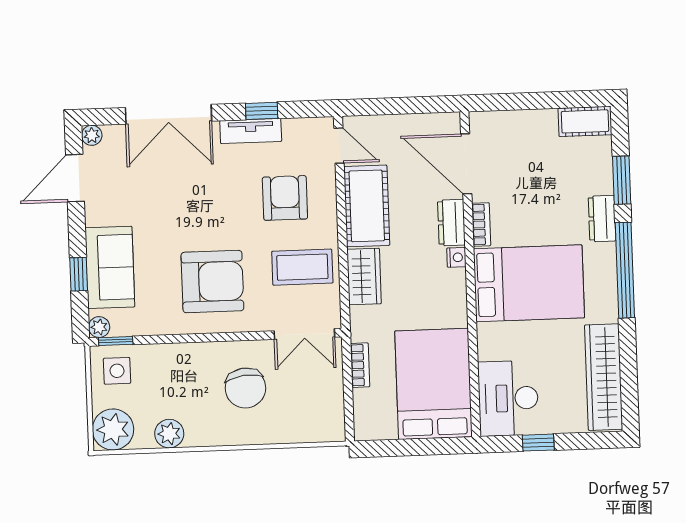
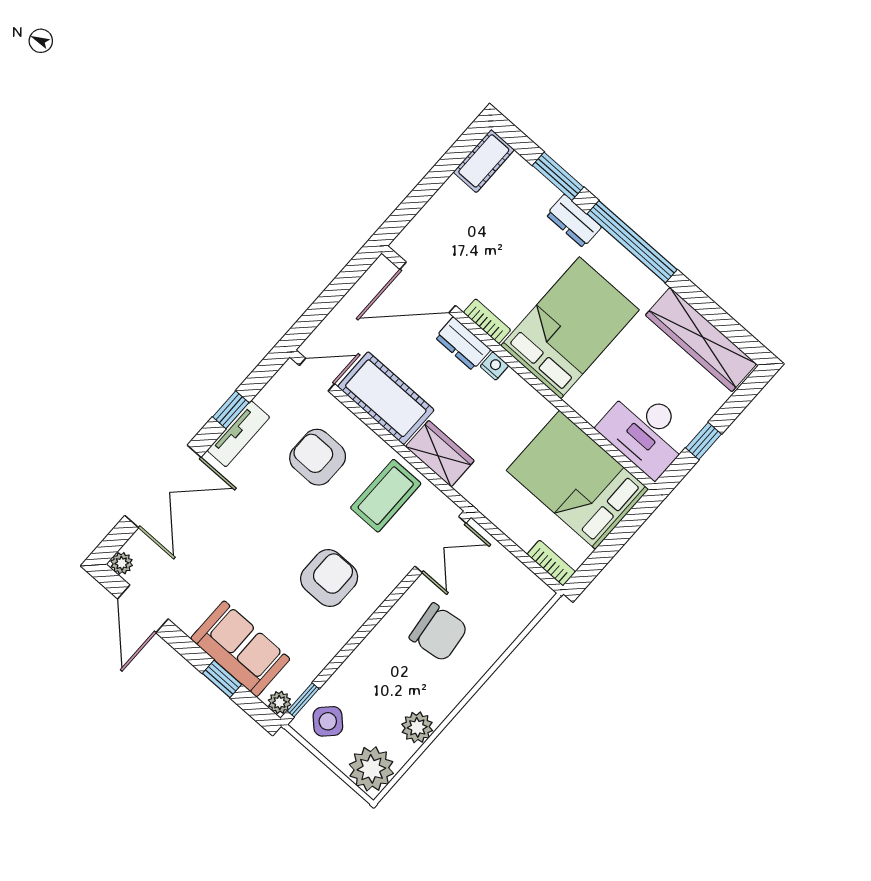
armchair: (212, 282) -> (329, 578), width x0.73, depth x0.73
bookcase: (360, 365) -> (551, 563), moved
side table: (117, 371) -> (328, 721), turned 45

